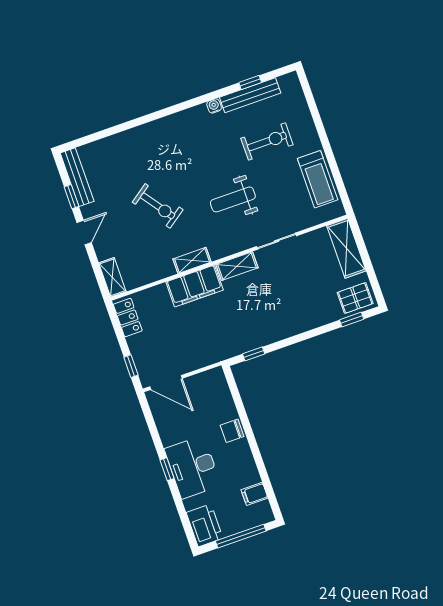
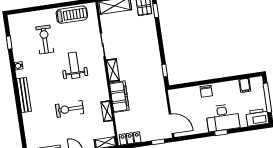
bench: (250, 95) -> (24, 95), moved
weight bench: (233, 199) -> (74, 65), turned 180
exercise bike: (158, 206) -> (70, 109), turned -144
shelving: (192, 260) -> (107, 111), moved
door: (166, 383) -> (171, 124), hinge flipped

